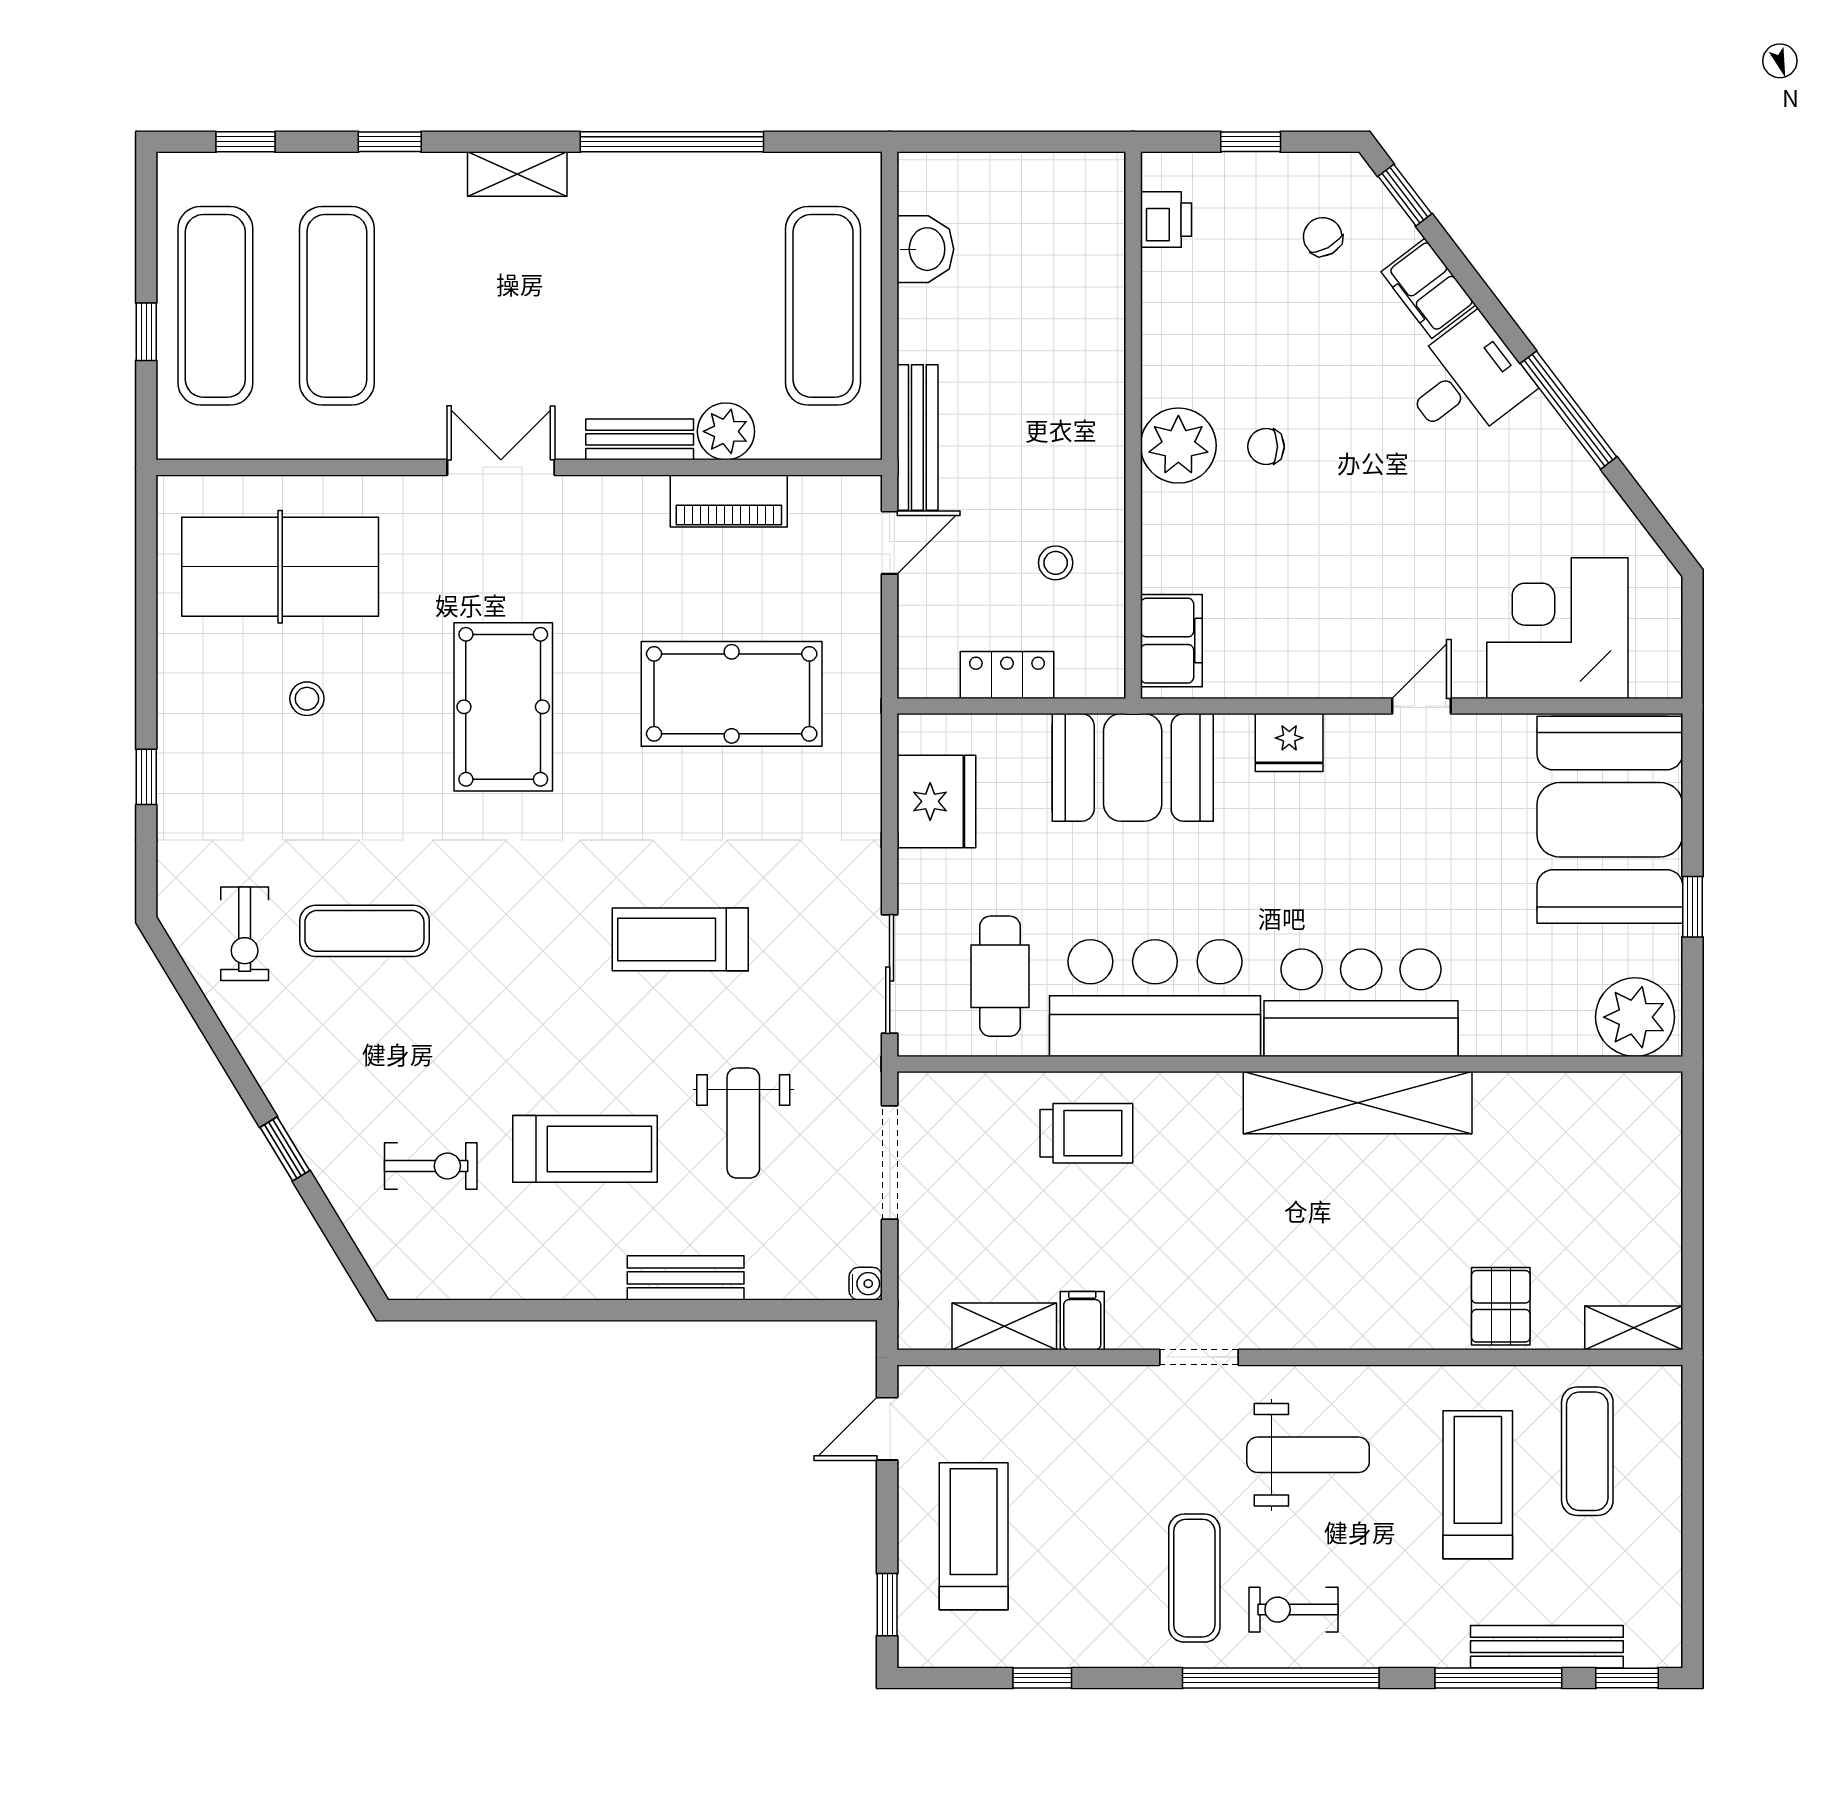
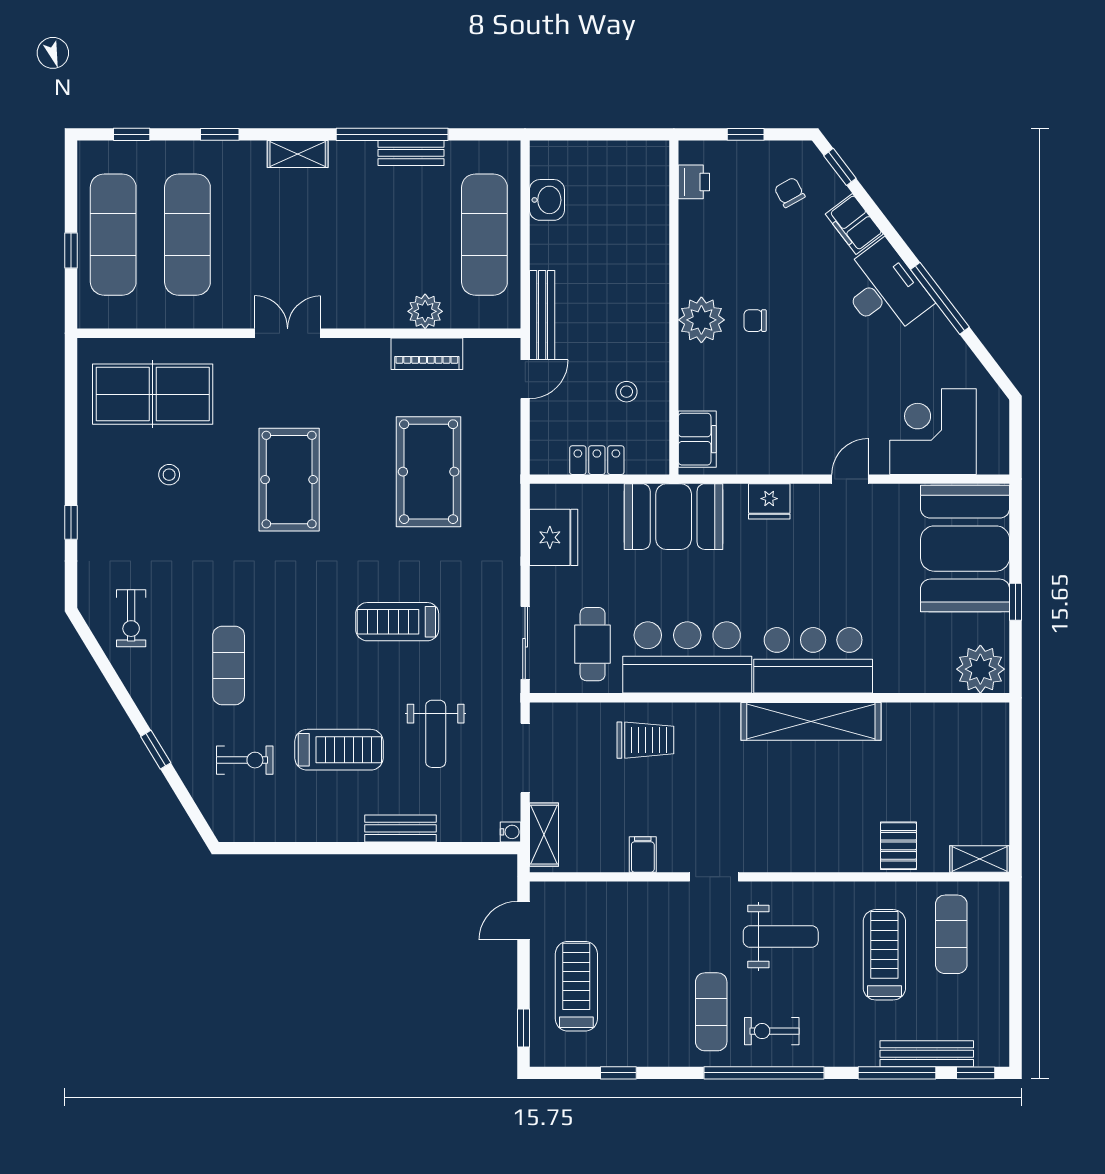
desk: (1466, 381) -> (884, 290), width x1.37
bench: (640, 439) -> (411, 153), moved
pool table: (732, 694) -> (429, 472), turned 90
exercise mat: (364, 931) -> (229, 666), moved, turned 90
shelving: (1004, 1326) -> (544, 835), moved, turned 90

